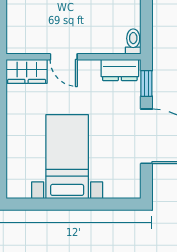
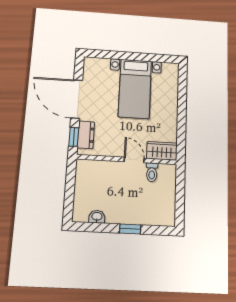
toilet: (133, 42) -> (152, 172), moved
dresser: (120, 70) -> (86, 135), moved, turned 90

